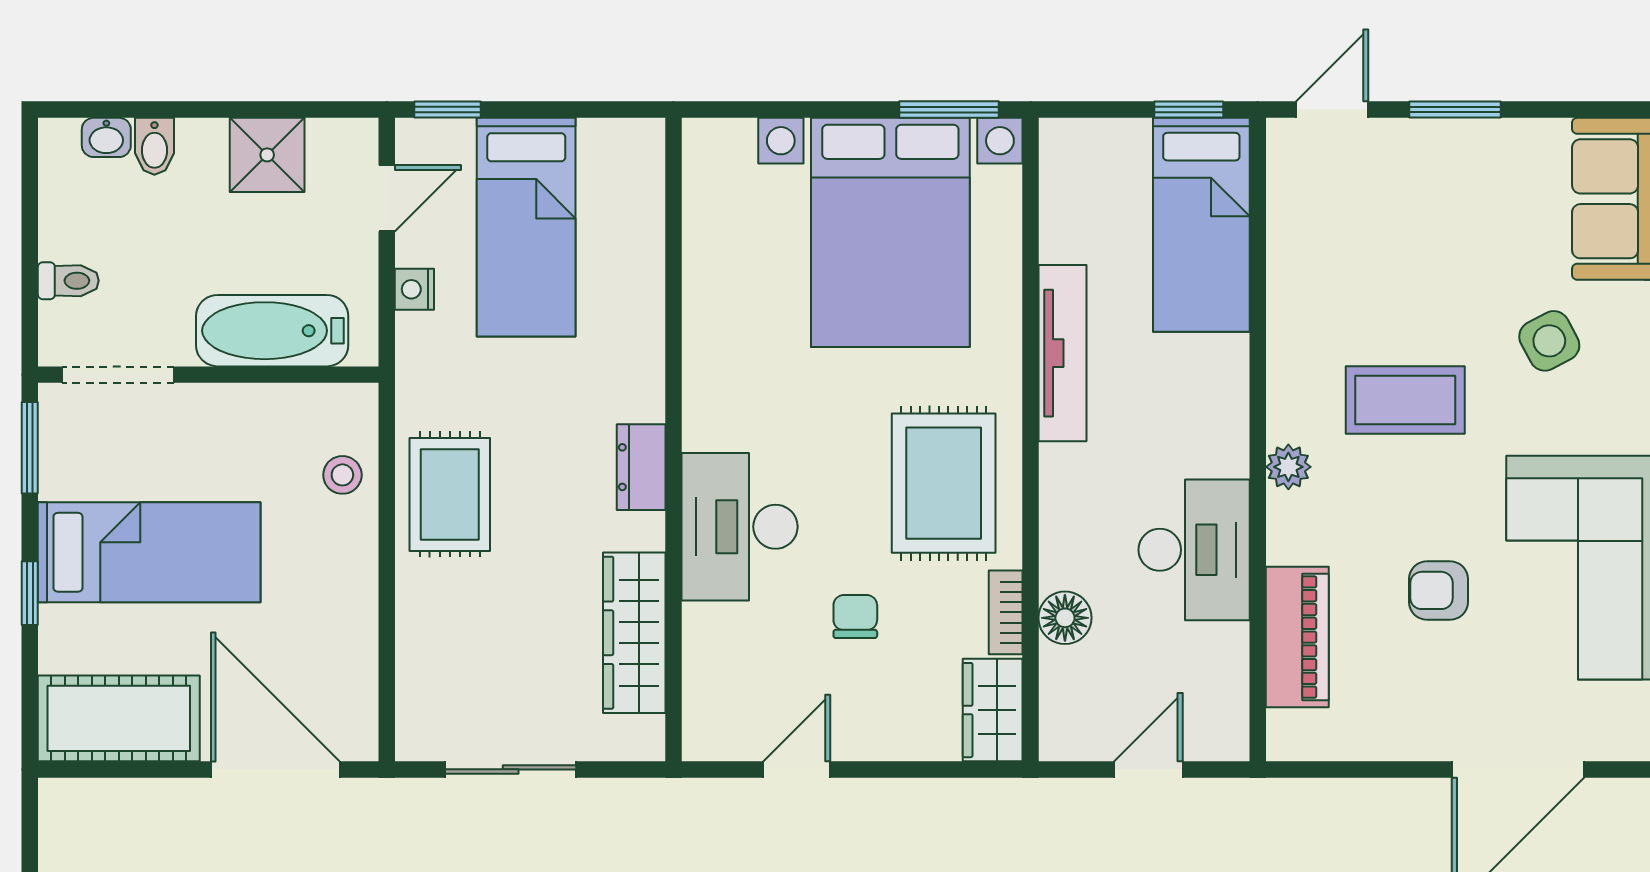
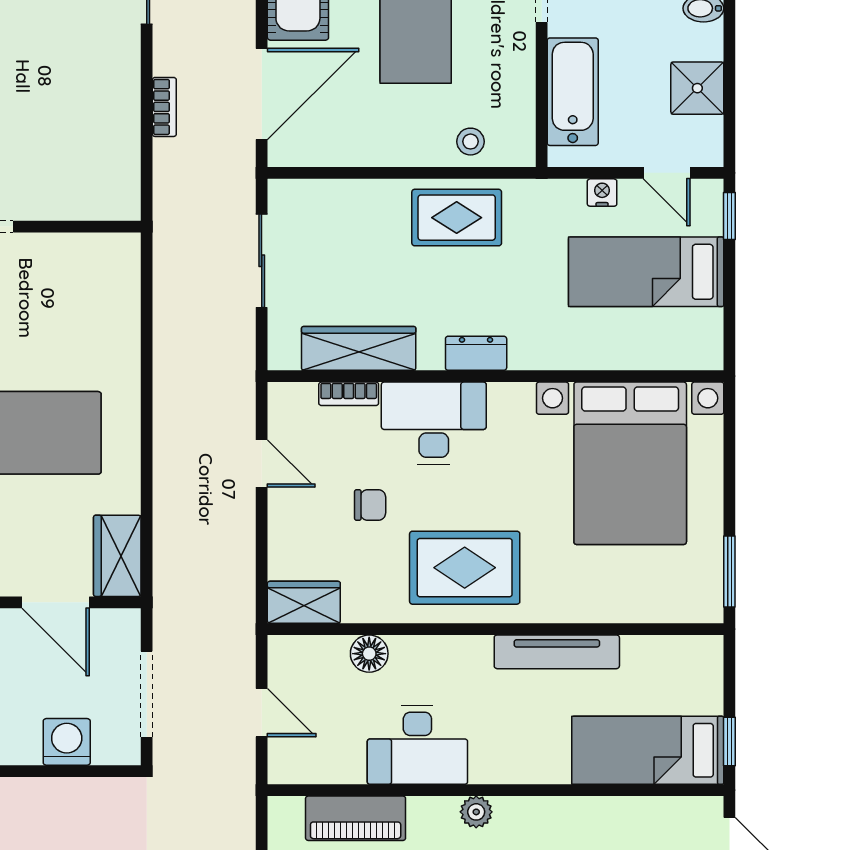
bed with nightstands: (890, 232) -> (630, 463), moved, turned -90
bookcase: (1006, 612) -> (349, 394), moved, turned 180

